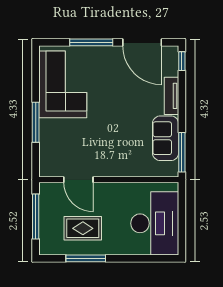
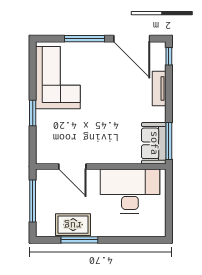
window: (36, 122) -> (33, 113), width x0.69
sofa: (166, 138) -> (154, 143), moved
desk: (155, 223) -> (130, 191), moved, turned -90
rug: (83, 228) -> (73, 225), moved

